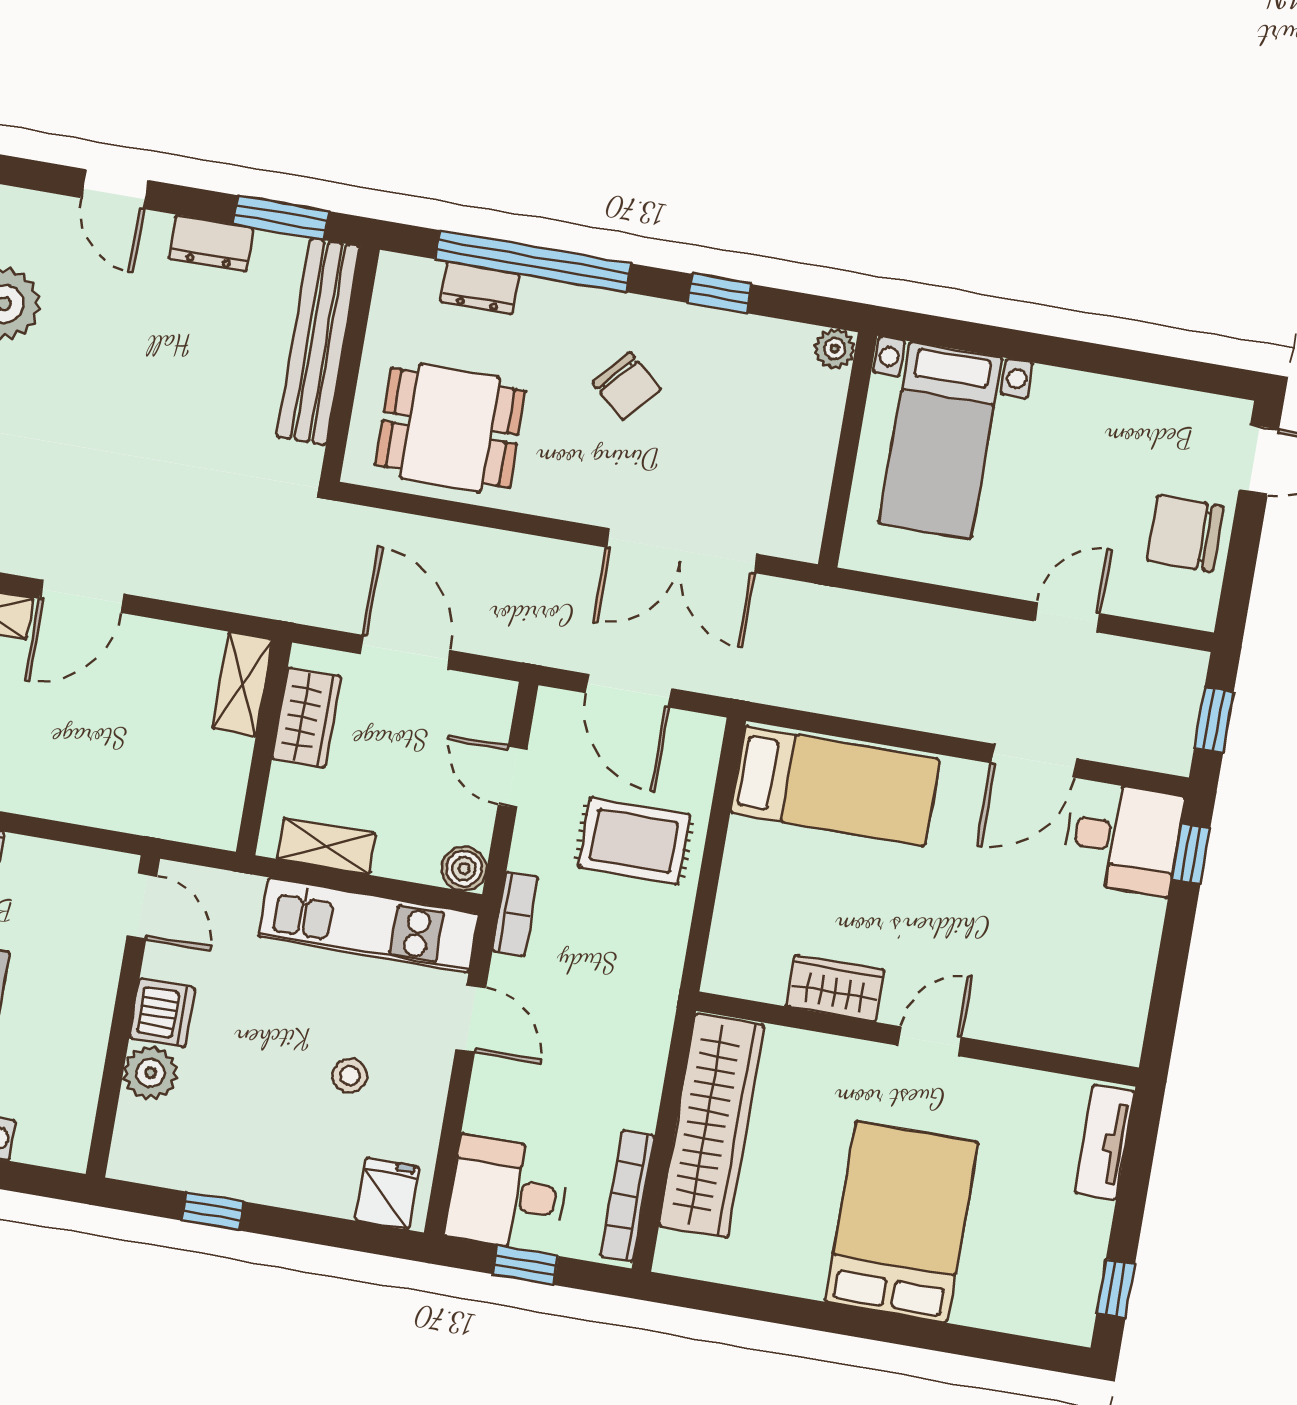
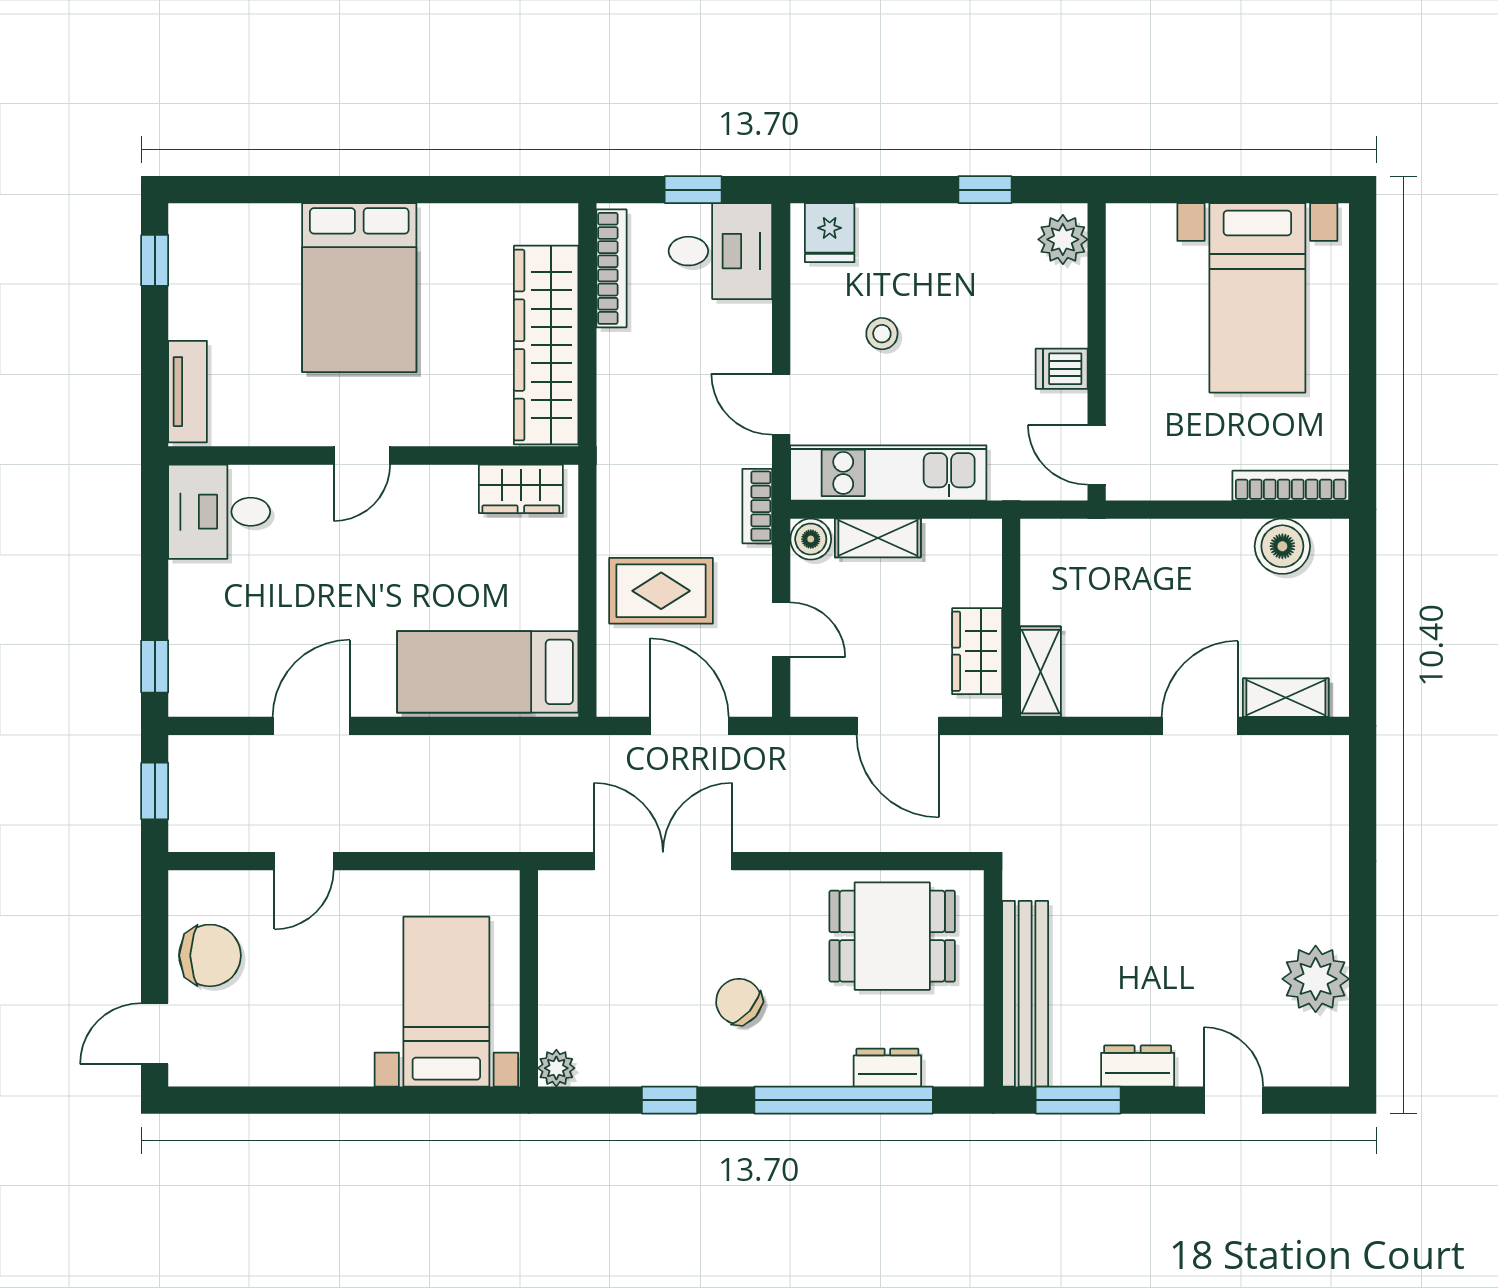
desk: (1122, 838) -> (219, 512), moved
shelving: (326, 846) -> (878, 538), moved
wardrobe: (835, 988) -> (521, 489), moved
dishwasher: (162, 1013) -> (1062, 369), width x0.73
plant: (150, 1073) -> (1063, 239), moved

